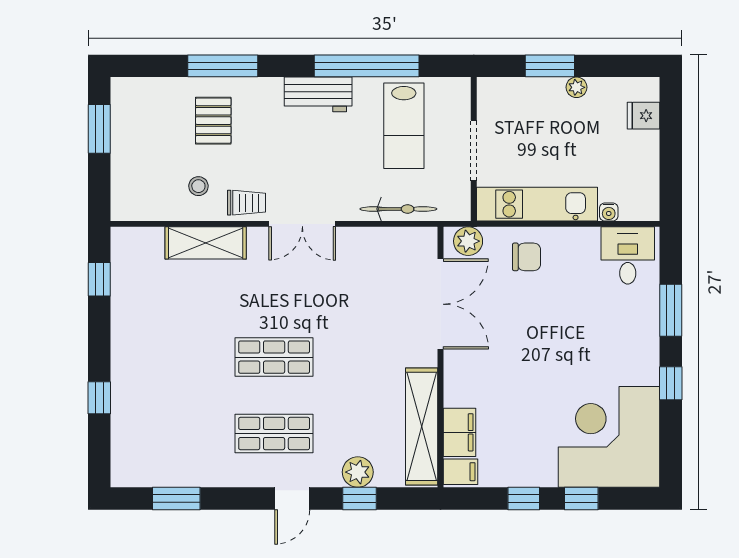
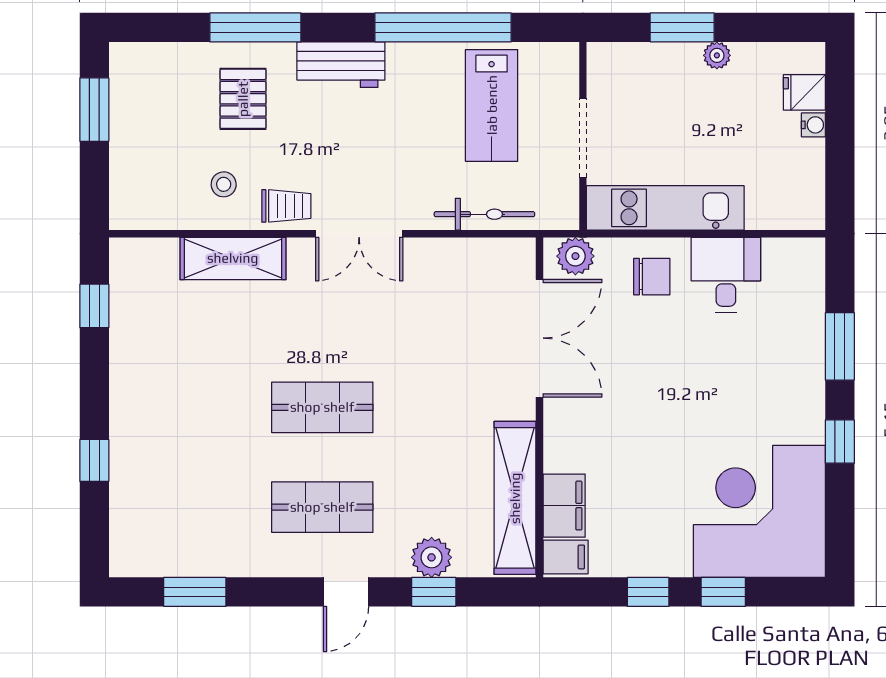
workbench: (318, 94) -> (341, 65), moved
water cooler: (609, 212) -> (813, 125), moved, turned -90
desk: (628, 255) -> (726, 275), moved

